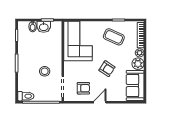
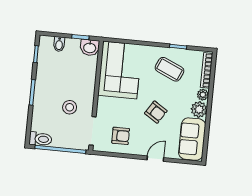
washbasin: (44, 27) -> (90, 47), moved
door: (100, 102) -> (155, 159), moved

